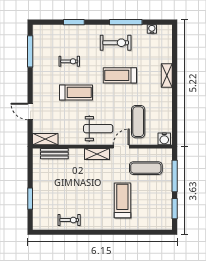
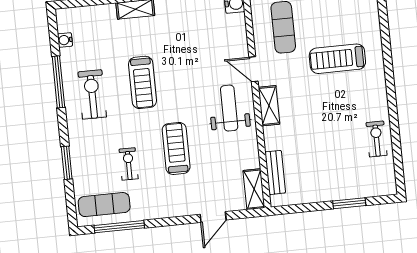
exercise mat: (138, 122) -> (104, 205), moved

